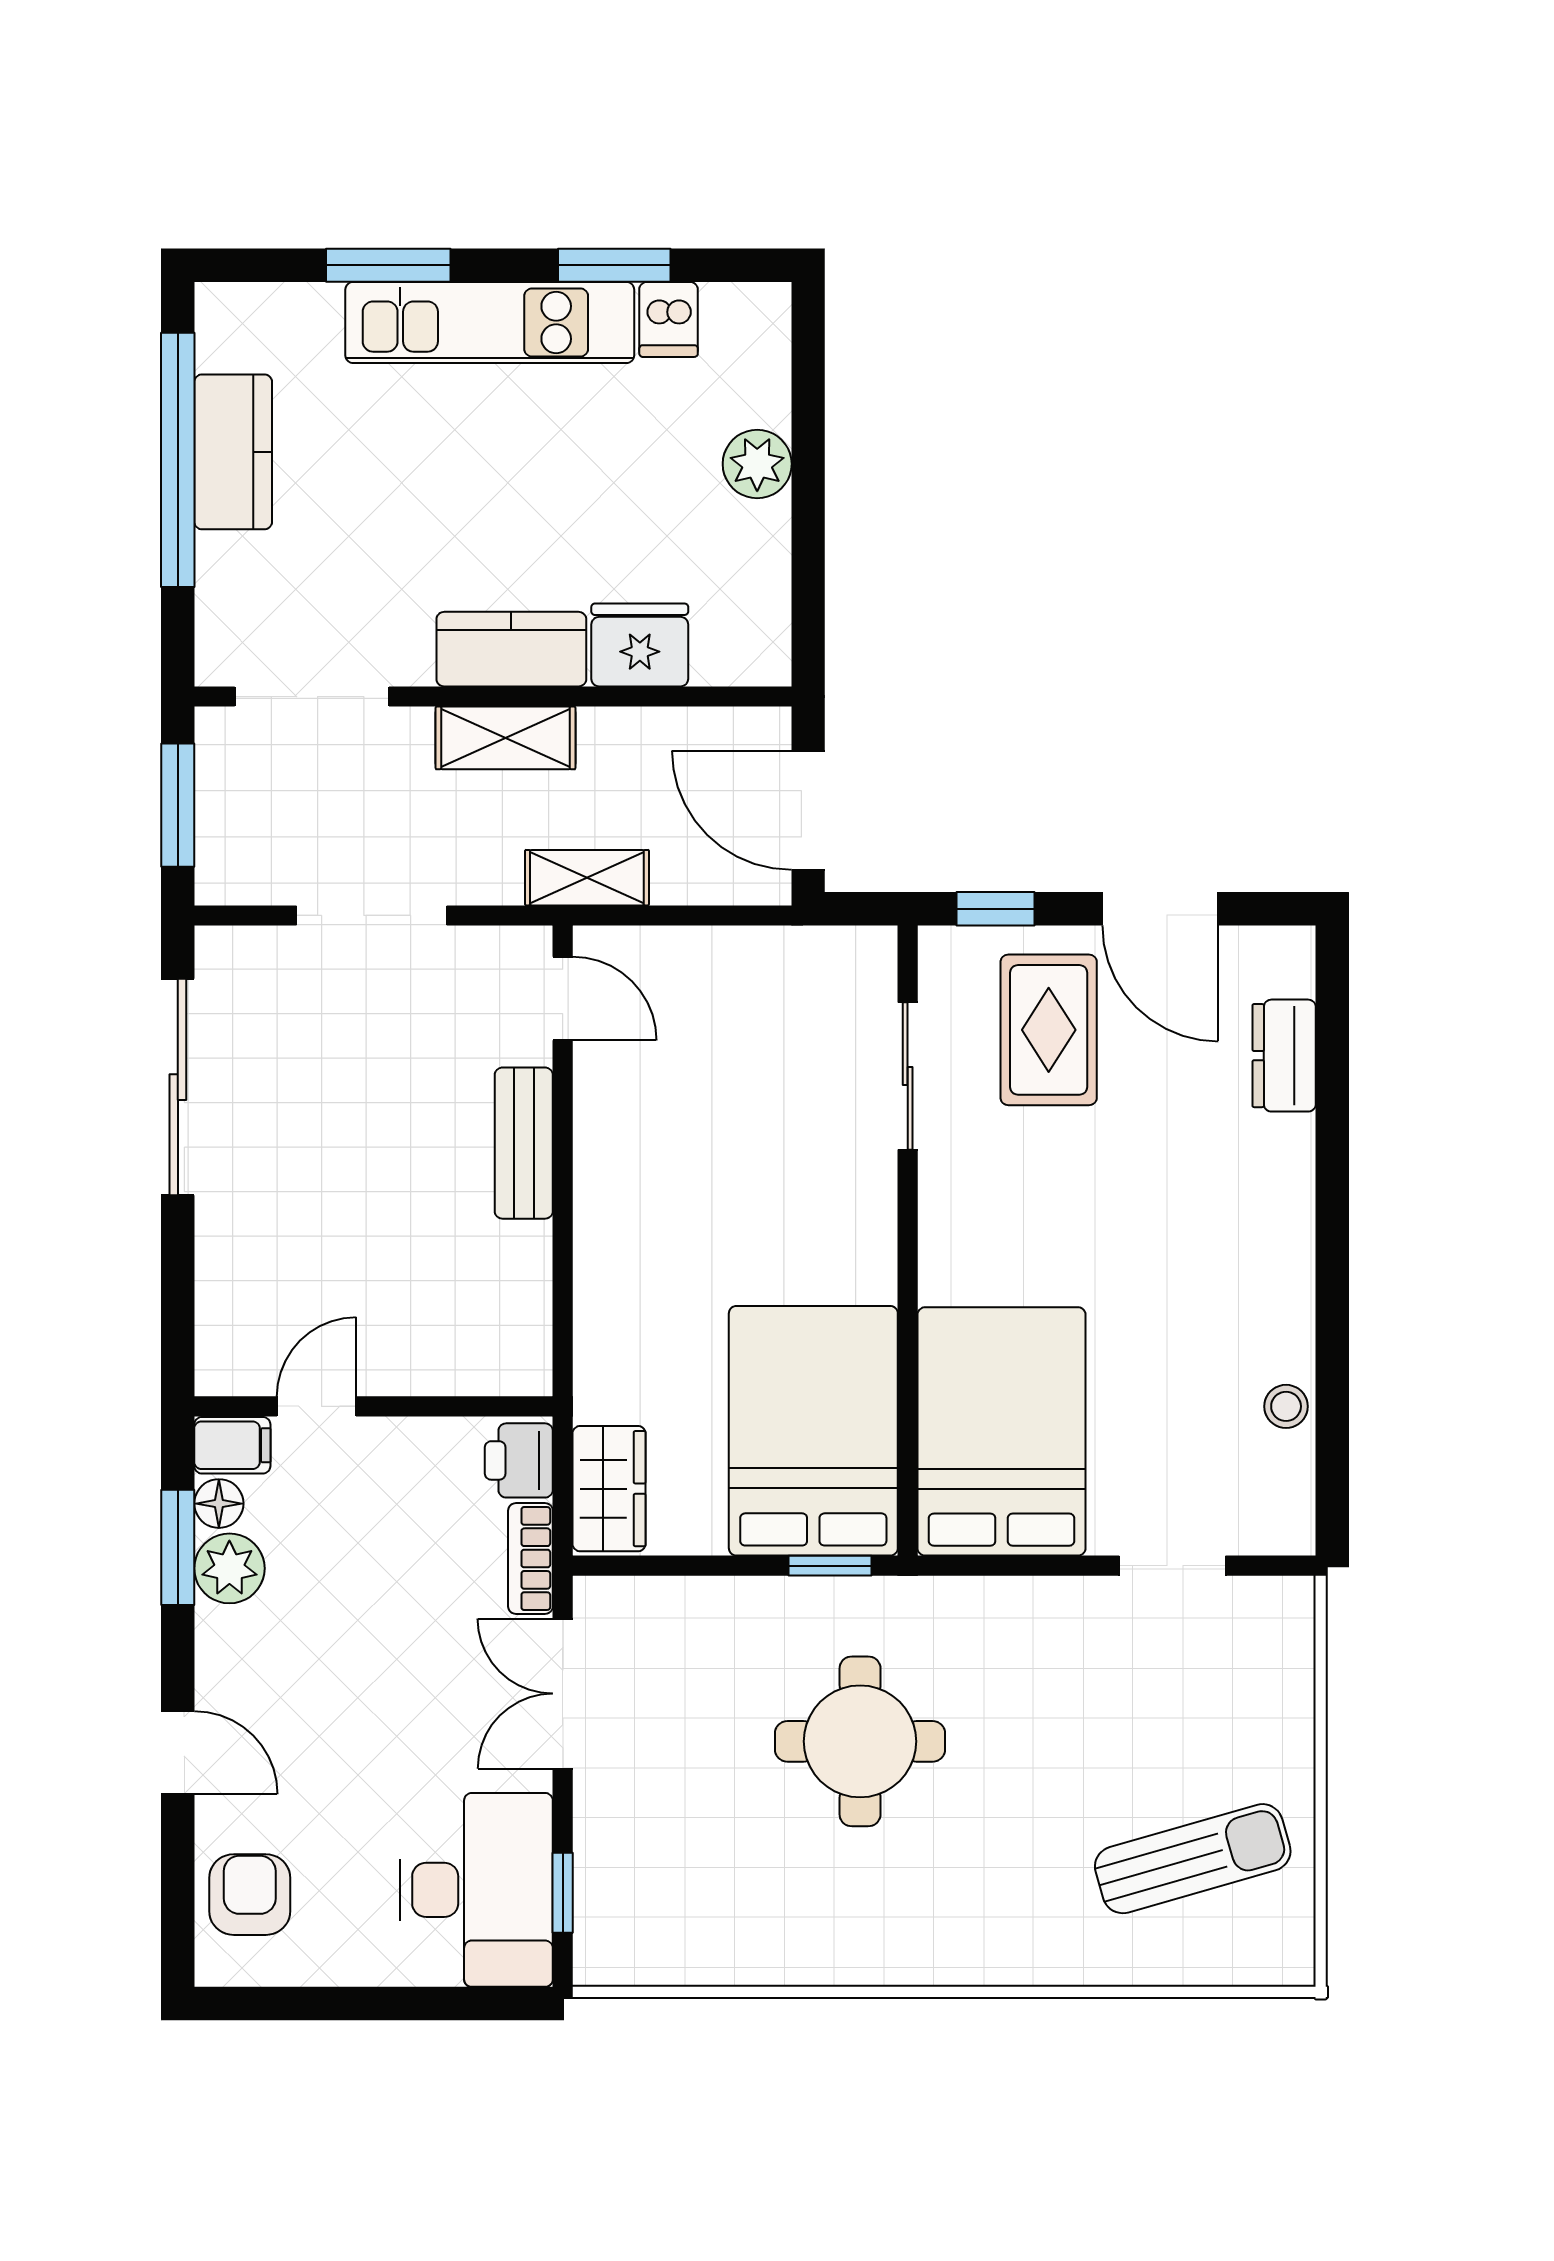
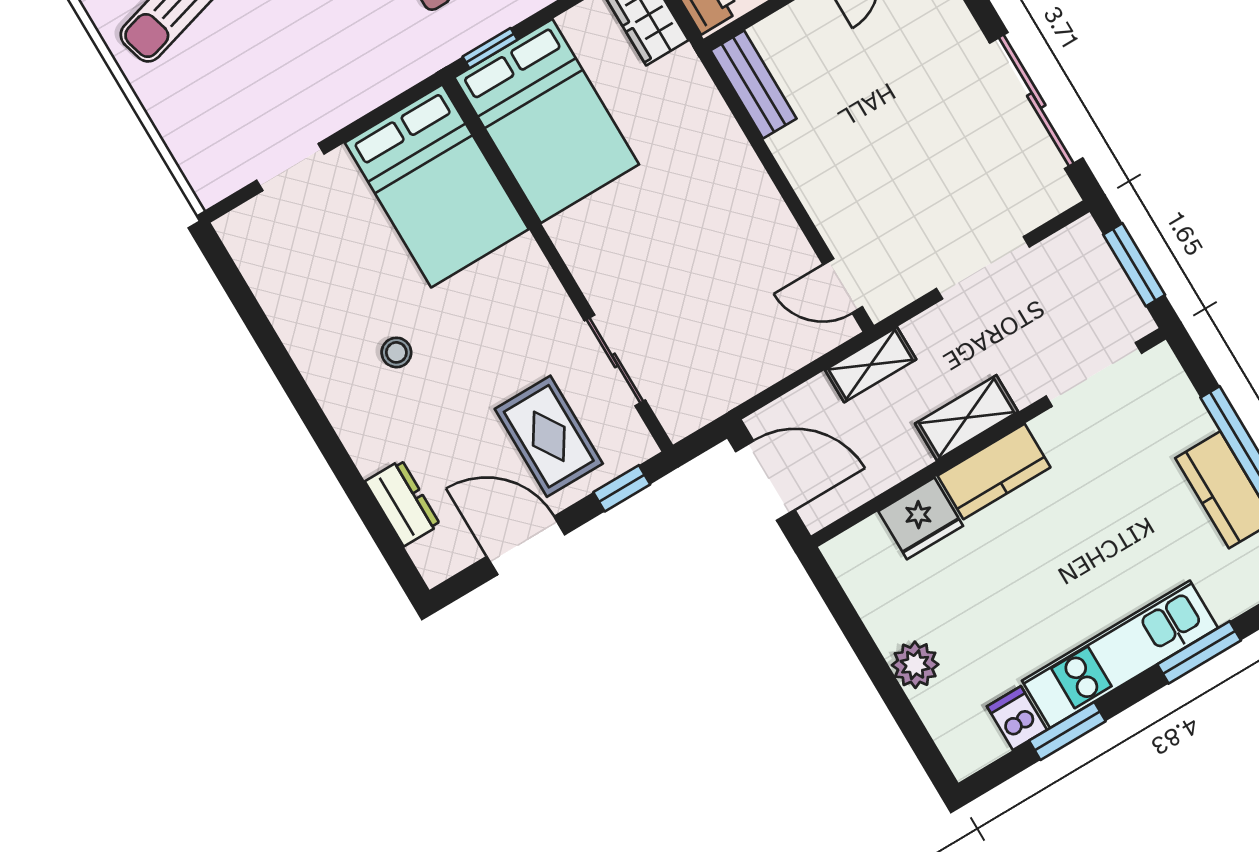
bench: (524, 1143) -> (754, 84), moved
stool: (1286, 1406) -> (396, 352), moved

